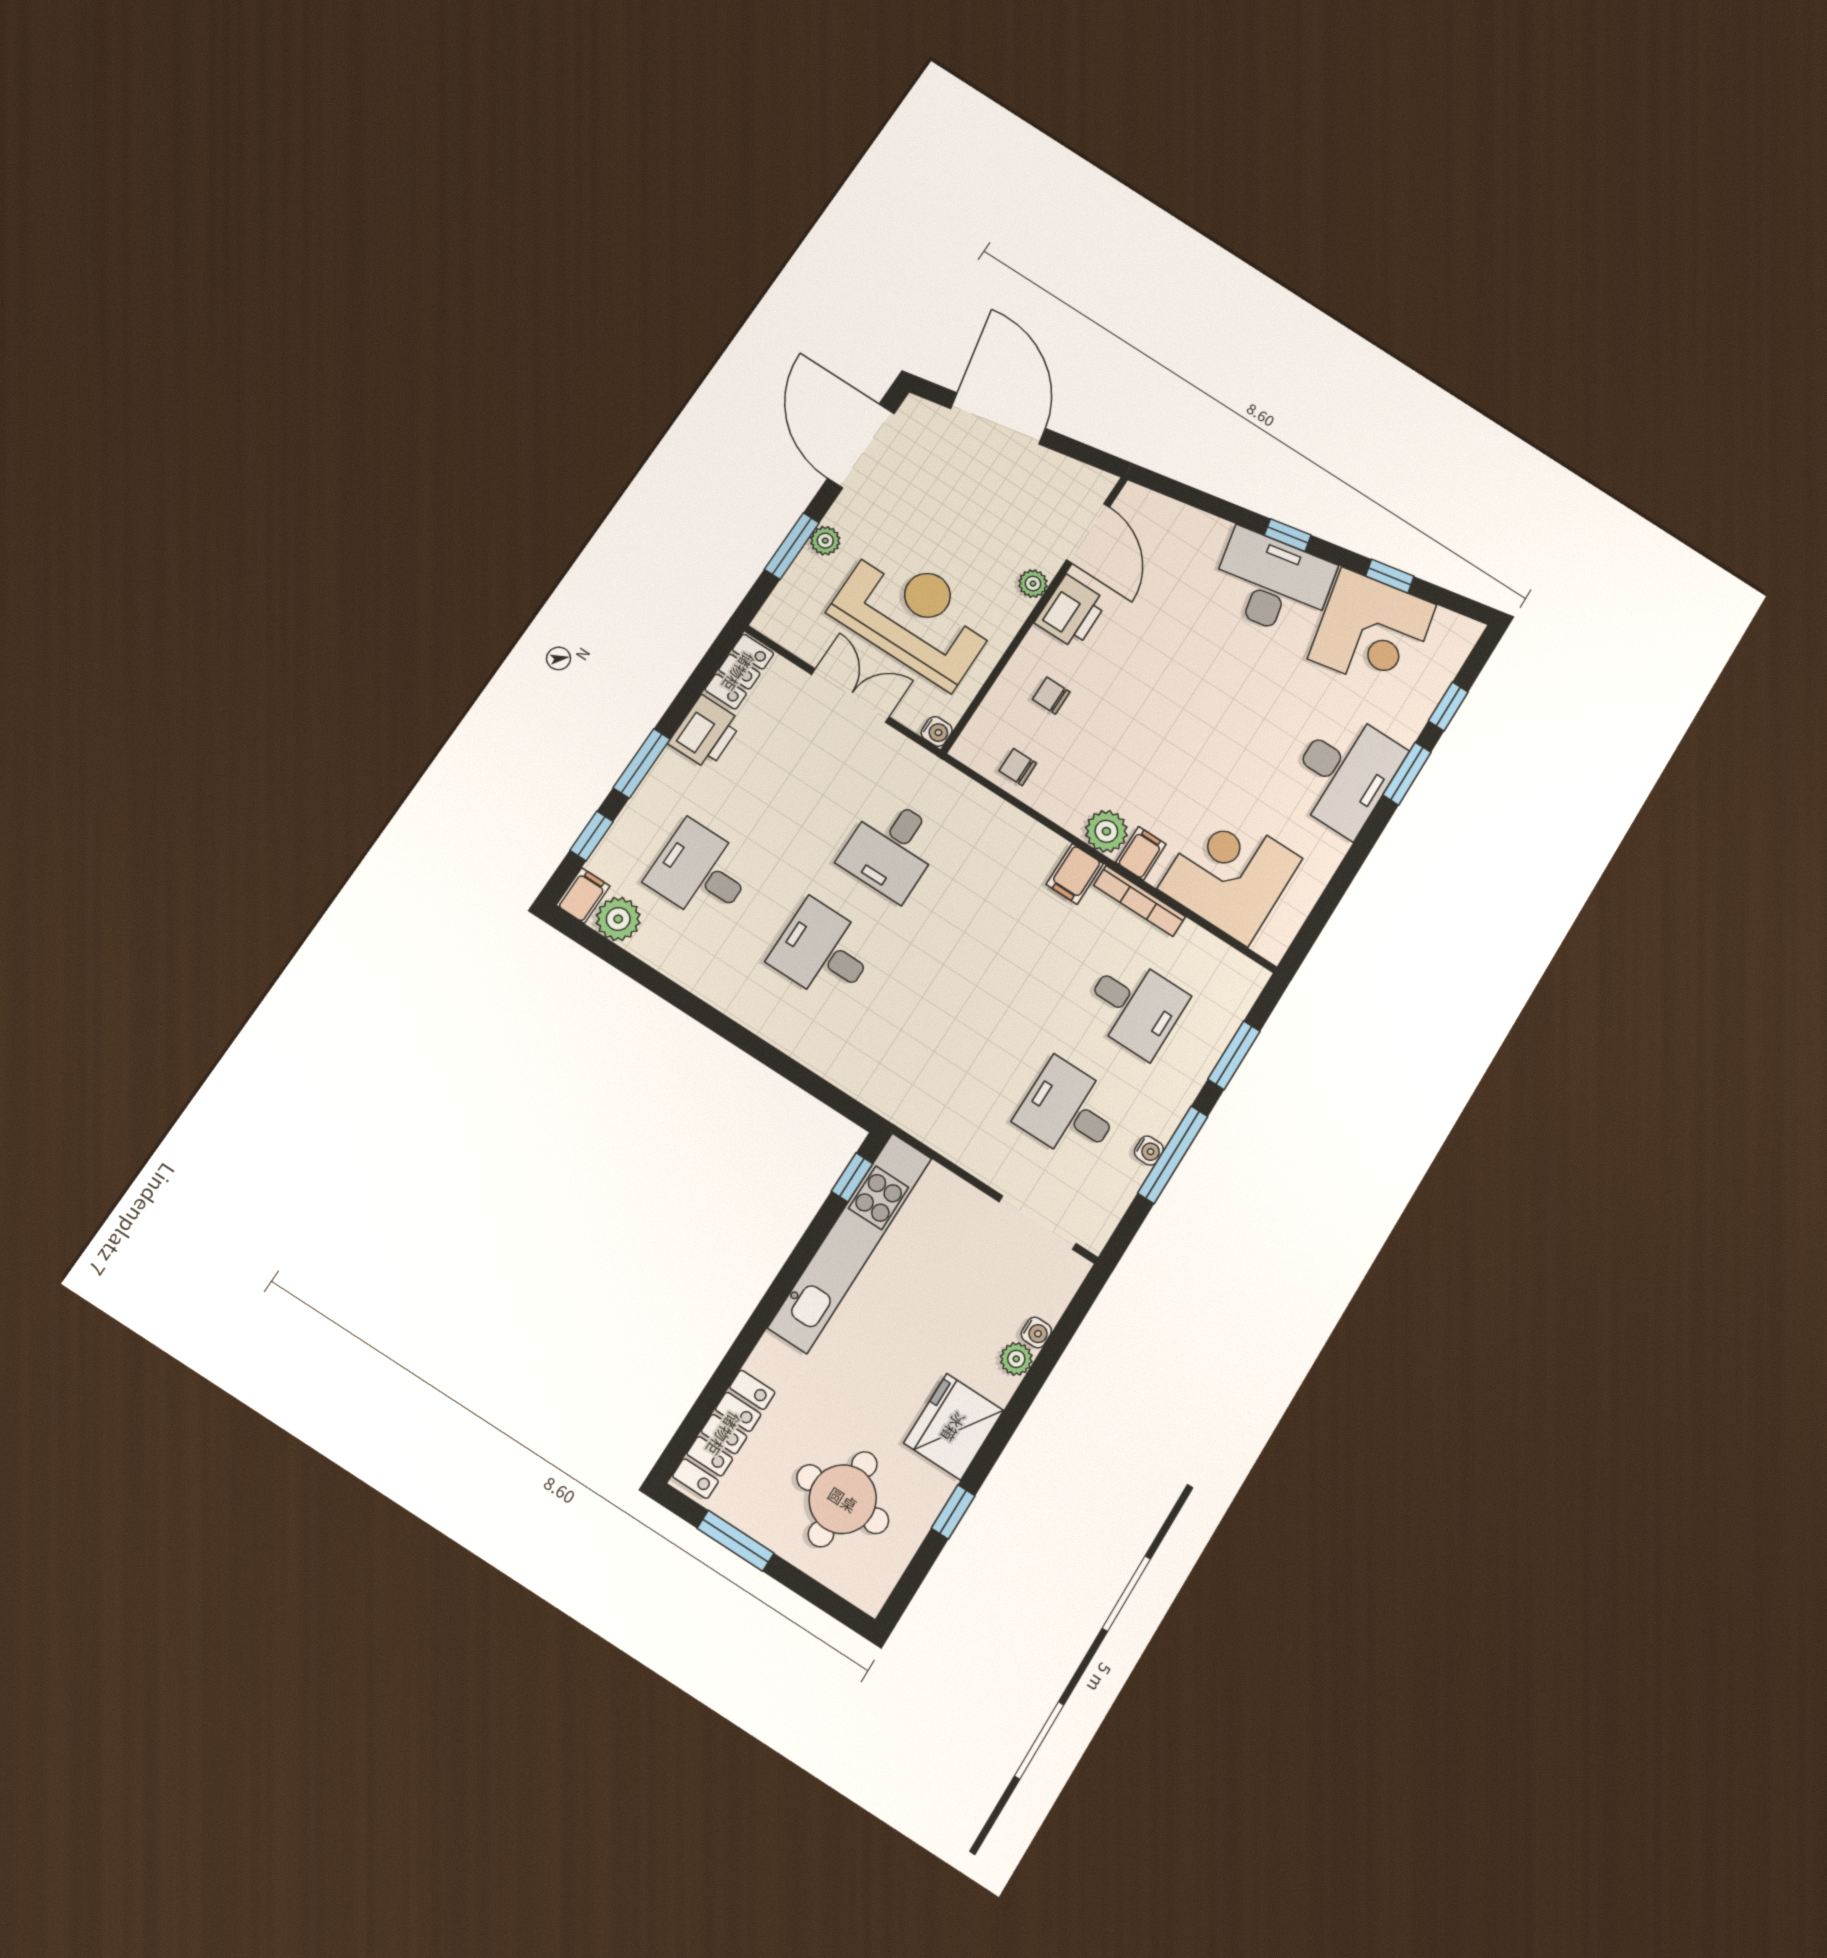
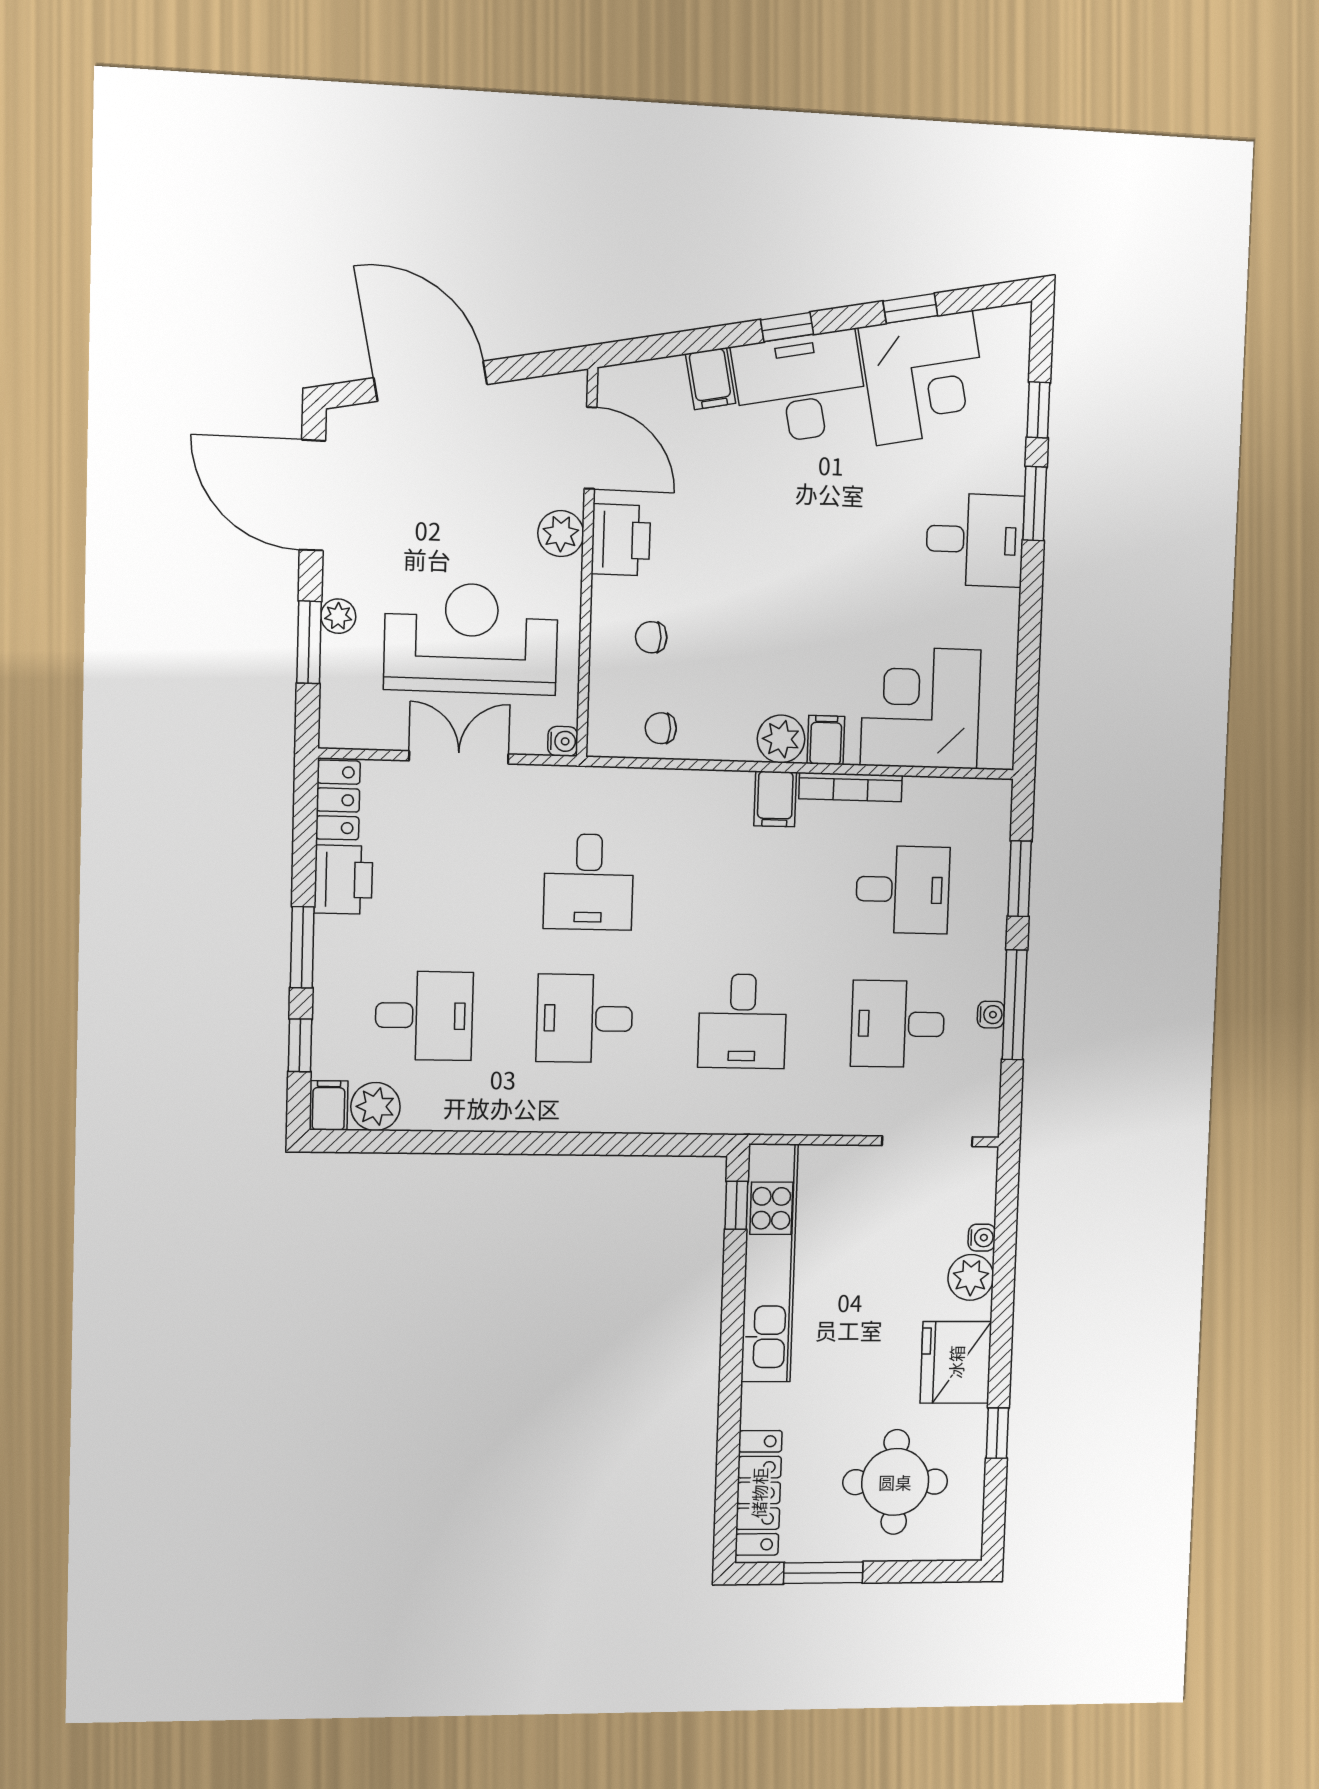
filing cabinet: (1208, 538) -> (711, 379), added
plant: (1033, 584) -> (561, 534), width x1.38, depth x1.38
desk: (1345, 773) -> (975, 540), width x0.73
desk: (701, 872) -> (424, 1016), turned 180
desk: (946, 1031) -> (742, 1021), added
plant: (1016, 1359) -> (971, 1277), width x1.38, depth x1.38

